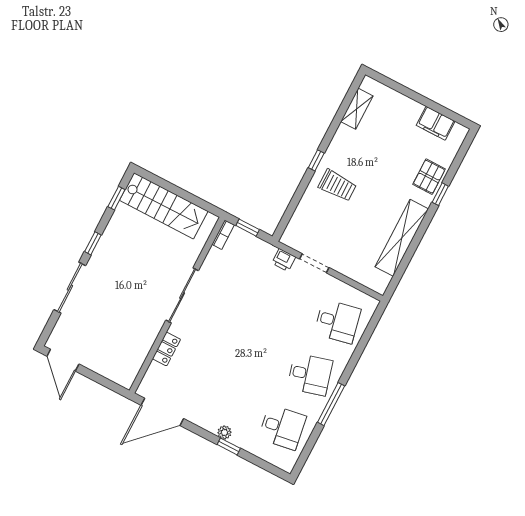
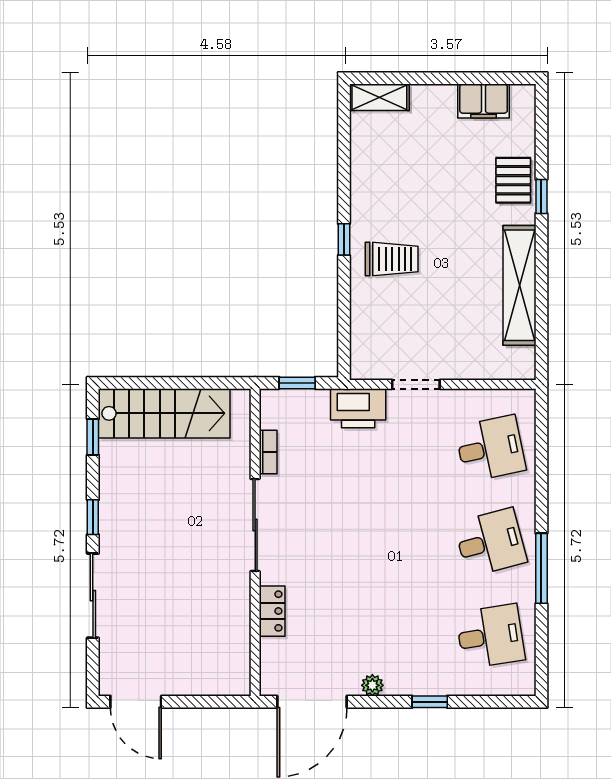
shelving: (357, 109) -> (379, 97), moved, turned 90
bookcase: (223, 235) -> (268, 452), moved
printer: (284, 260) -> (358, 408), width x1.87, depth x1.48
plant: (224, 432) -> (372, 685), moved

